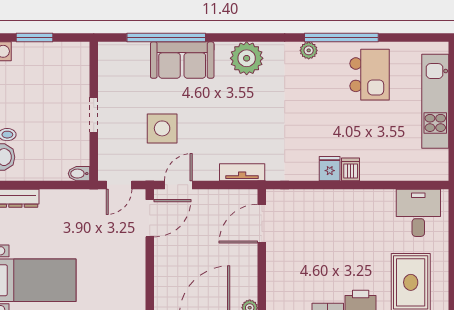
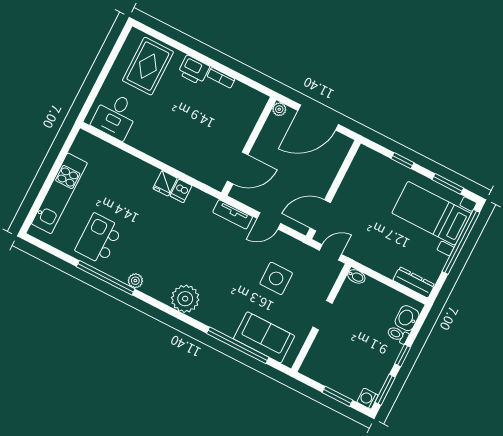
sofa: (182, 60) -> (264, 337), moved
dishwasher: (351, 169) -> (181, 191), moved
door: (178, 185) -> (269, 221), moved

